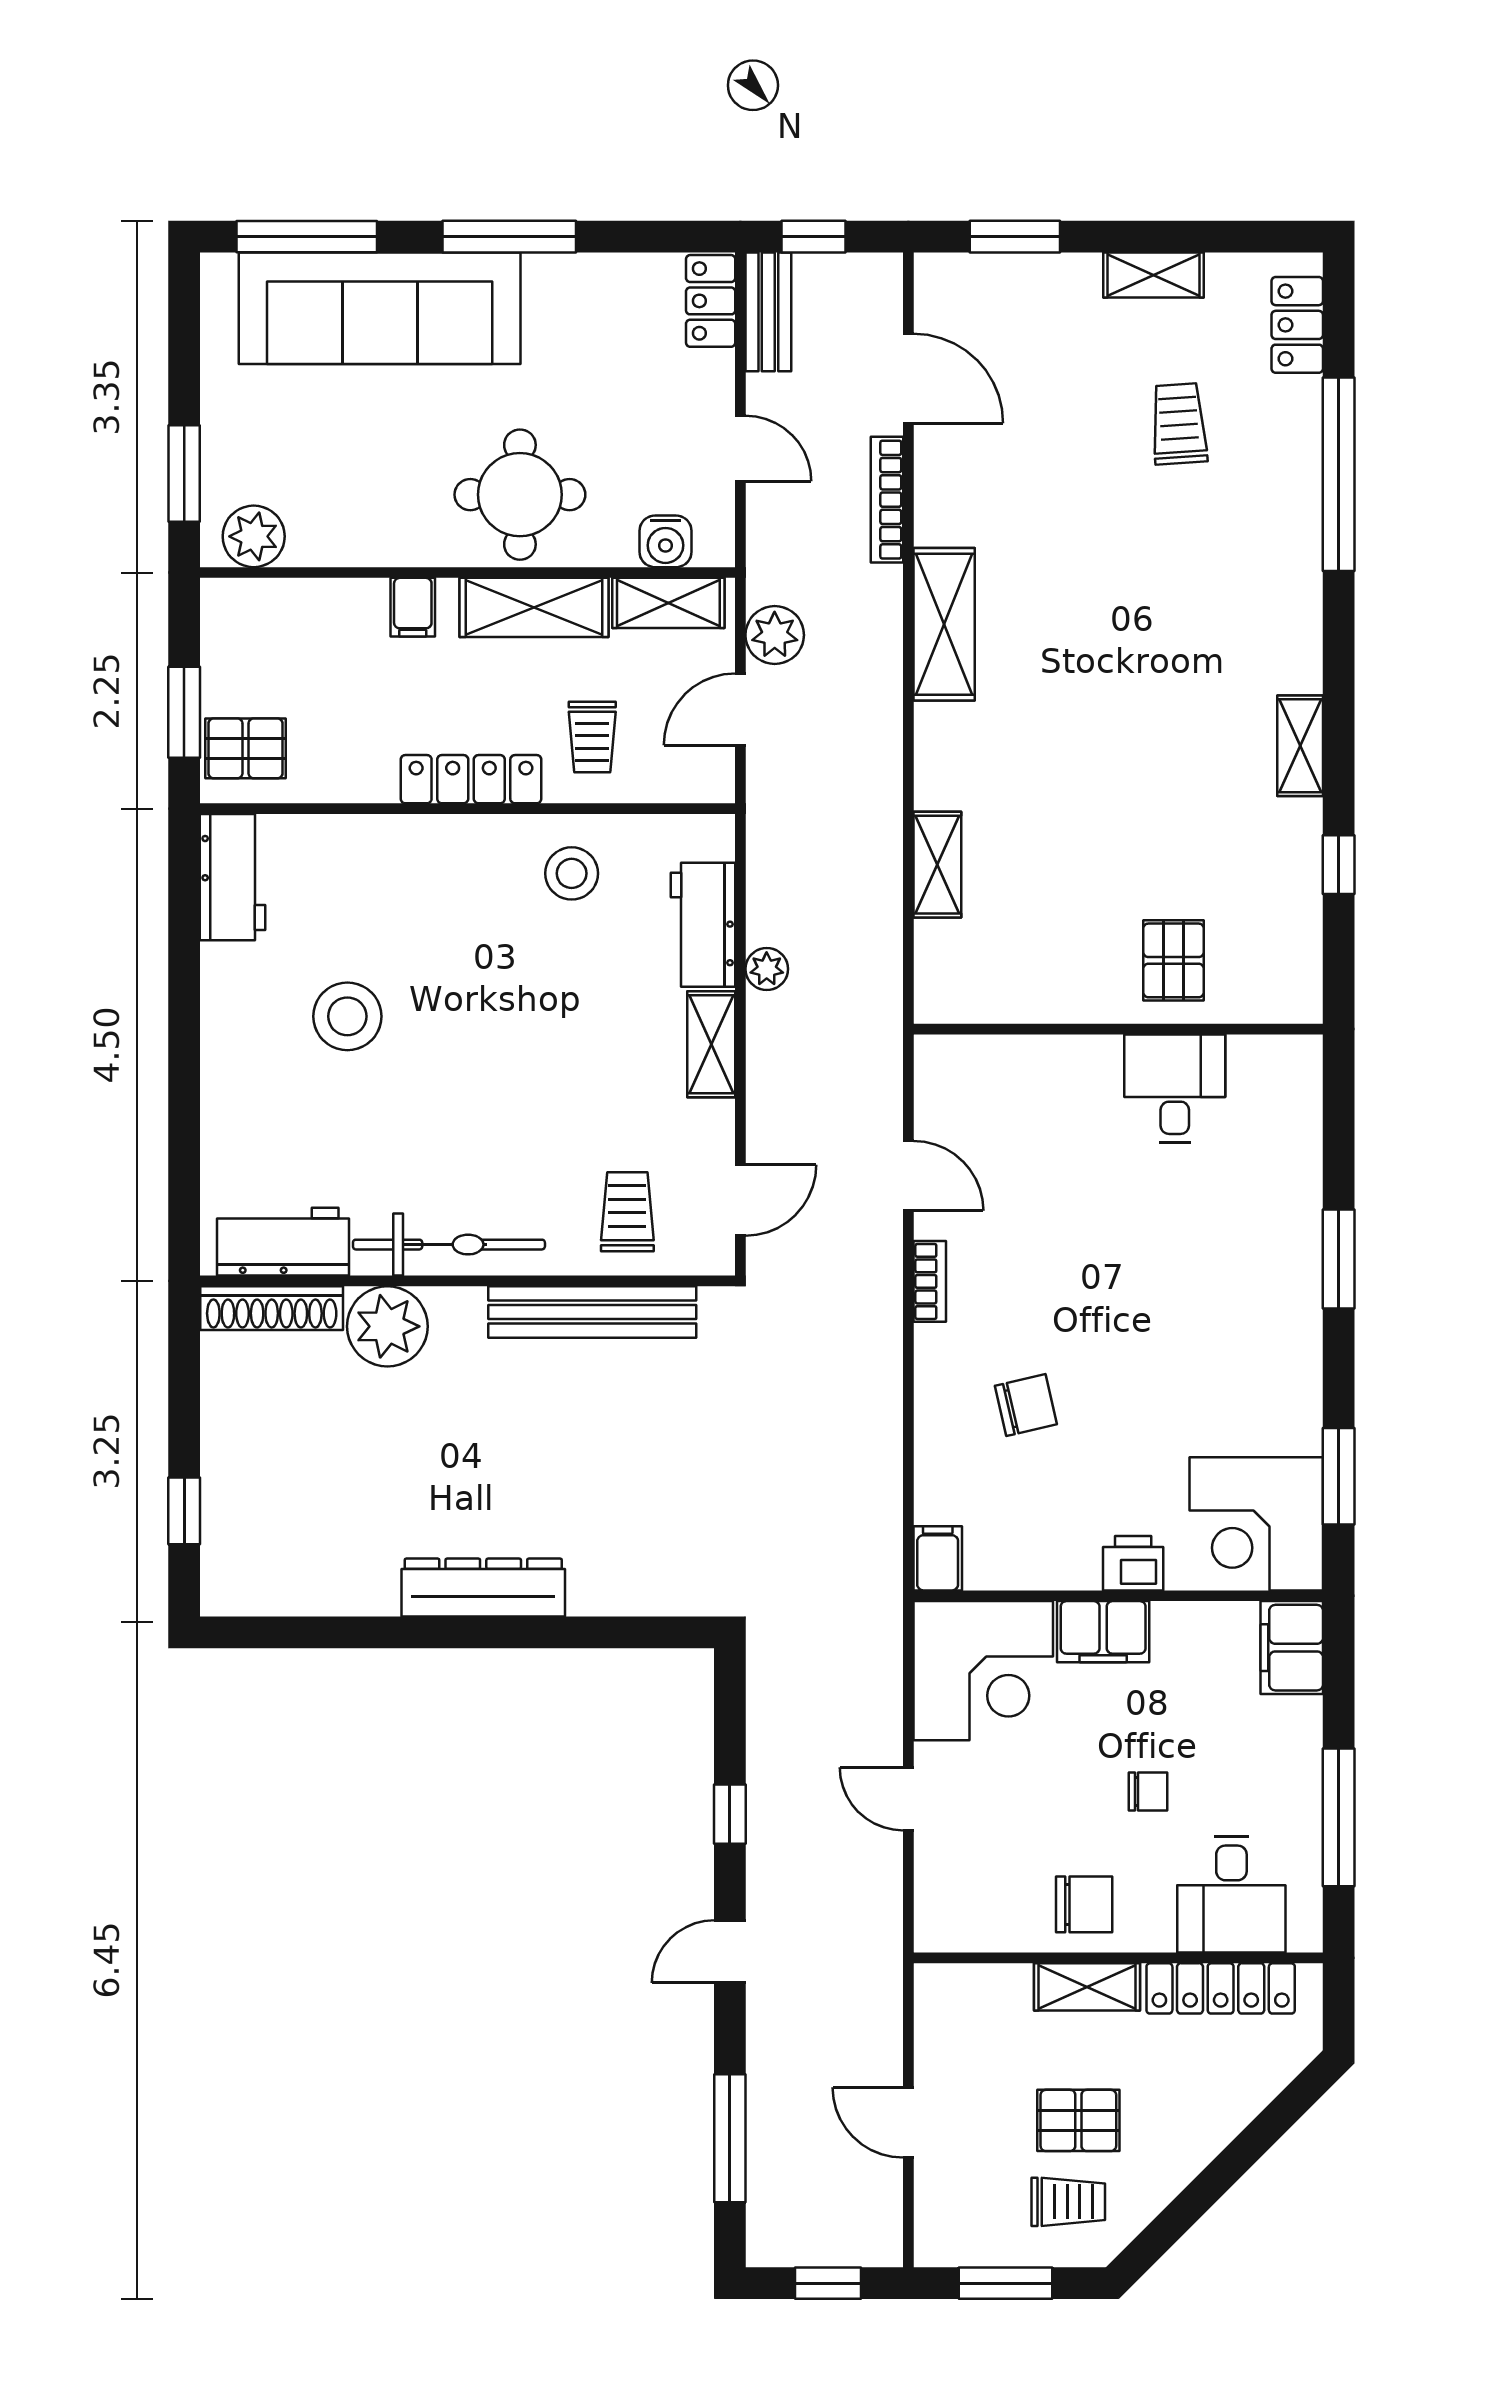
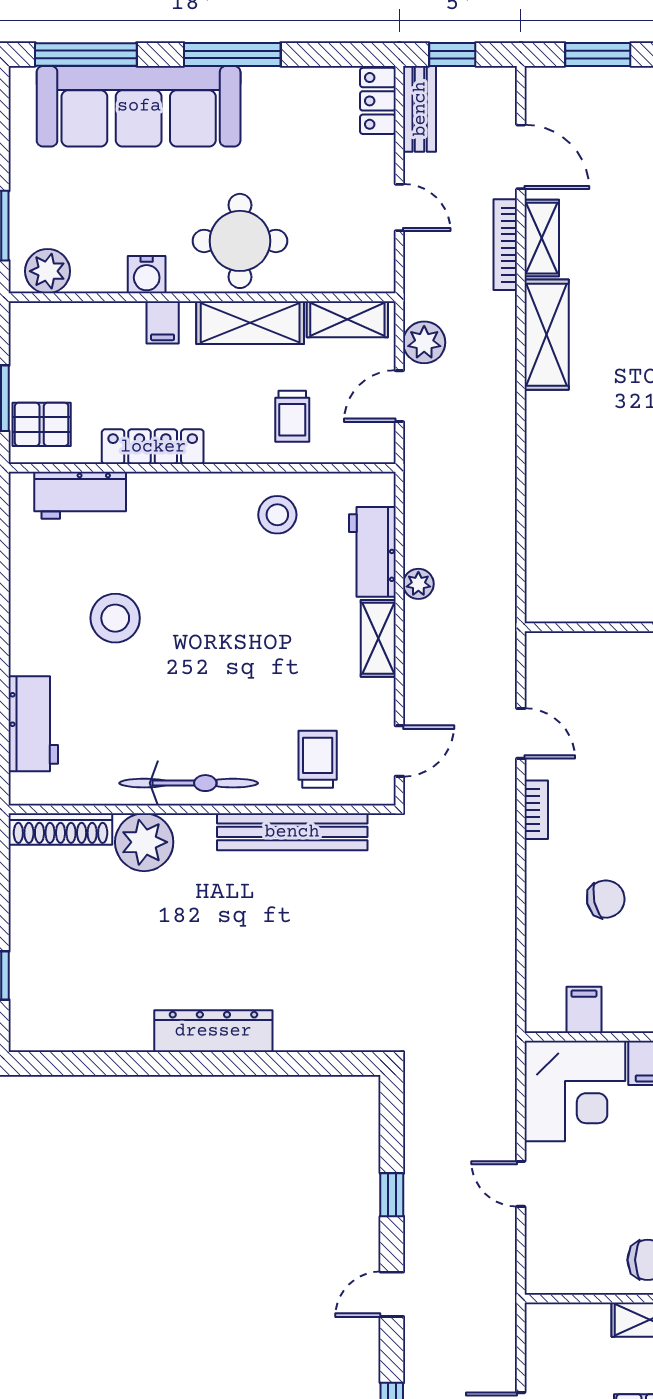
water cooler: (665, 541) -> (147, 275), moved
locker: (471, 779) -> (153, 447), moved
shelving: (937, 865) -> (542, 238), moved
workbench: (233, 877) -> (80, 495), moved, turned 90
workbench: (283, 1242) -> (33, 724), moved, turned 90
filing cabinet: (938, 1558) -> (584, 1010), moved

